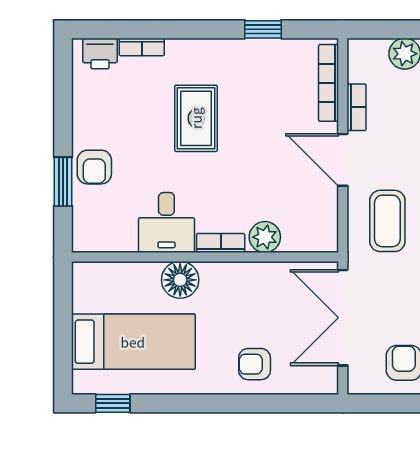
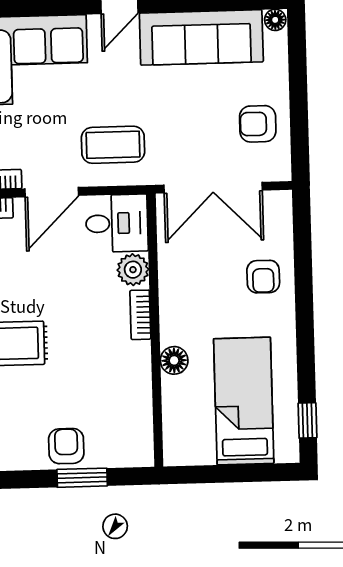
armchair: (94, 167) -> (66, 446), turned -90
desk: (166, 223) -> (117, 223), moved
floor lamp: (180, 280) -> (174, 360), width x0.73, depth x0.73

